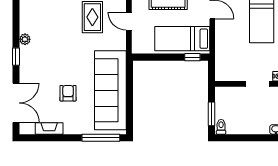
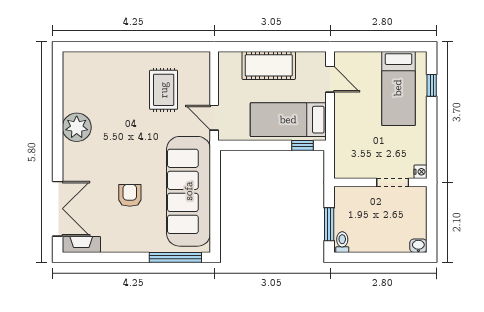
door: (129, 21) -> (214, 118), moved
plant: (25, 39) -> (77, 127), width x1.88, depth x1.88
window: (16, 57) -> (58, 145), removed
fireplace: (49, 129) -> (81, 244), moved

